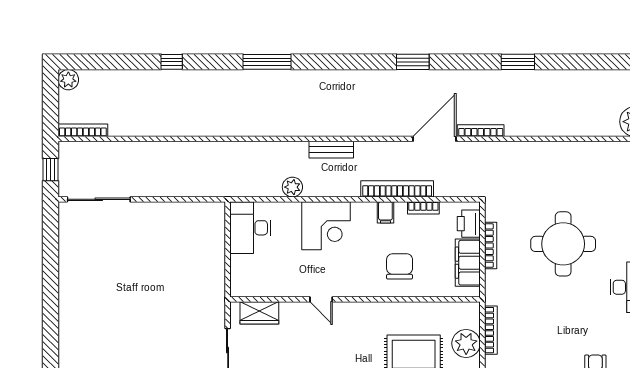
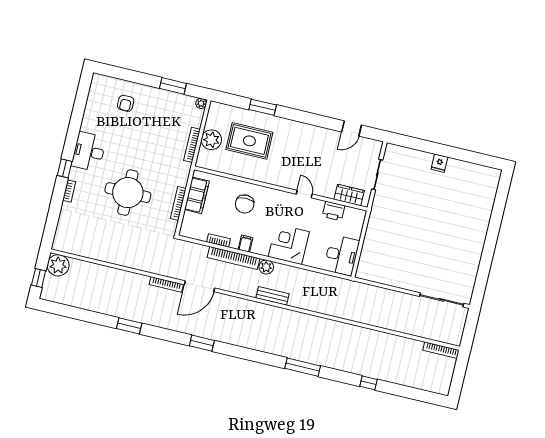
plant: (68, 80) -> (443, 388), removed
window: (51, 170) -> (470, 328), removed
plant: (292, 187) -> (266, 267), moved
printer: (469, 224) -> (334, 211), moved, turned 90

